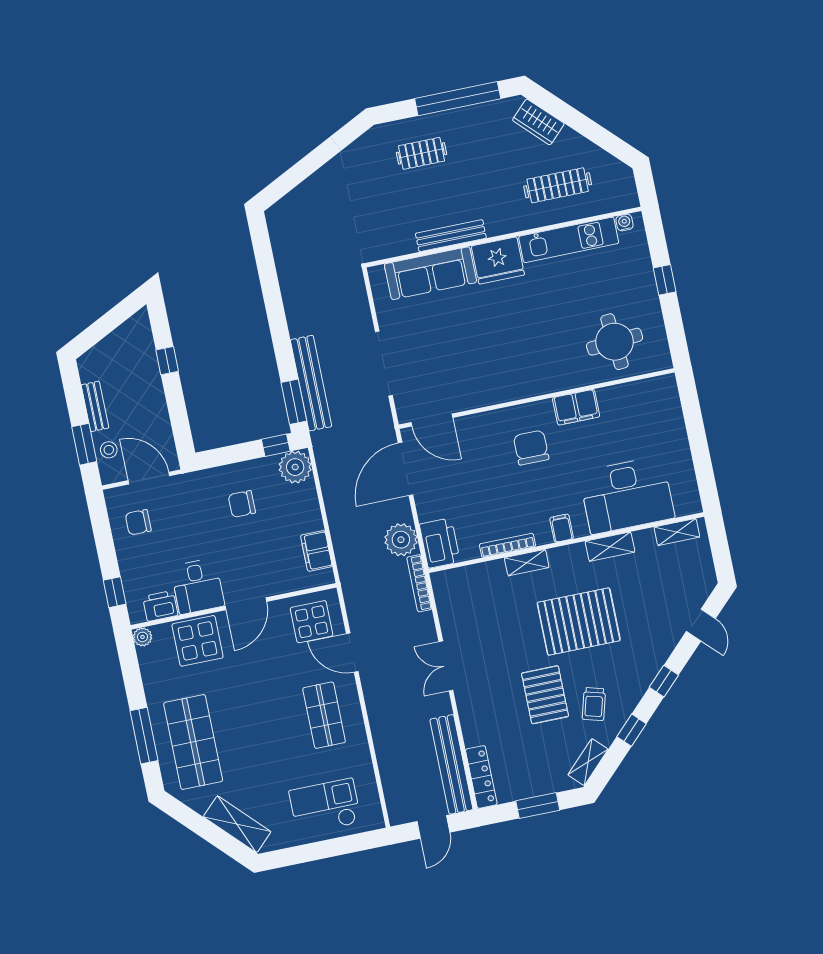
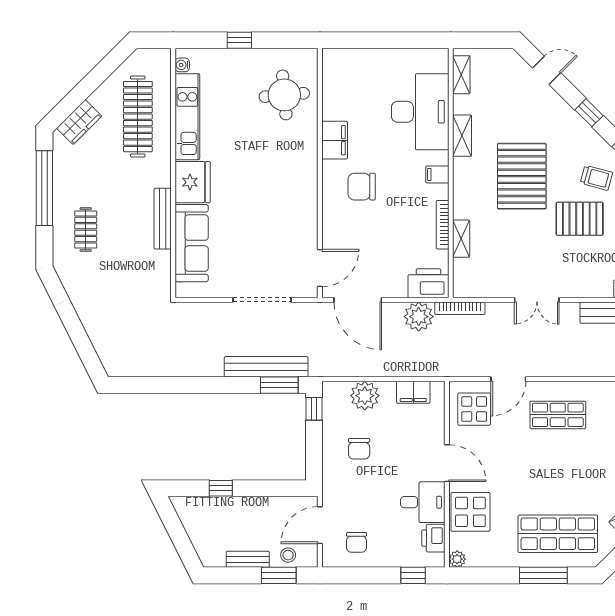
clothes rail: (558, 185) -> (138, 117), width x1.37, depth x1.31
plant: (295, 467) -> (365, 396), moved
shelving: (527, 563) -> (461, 239), moved

